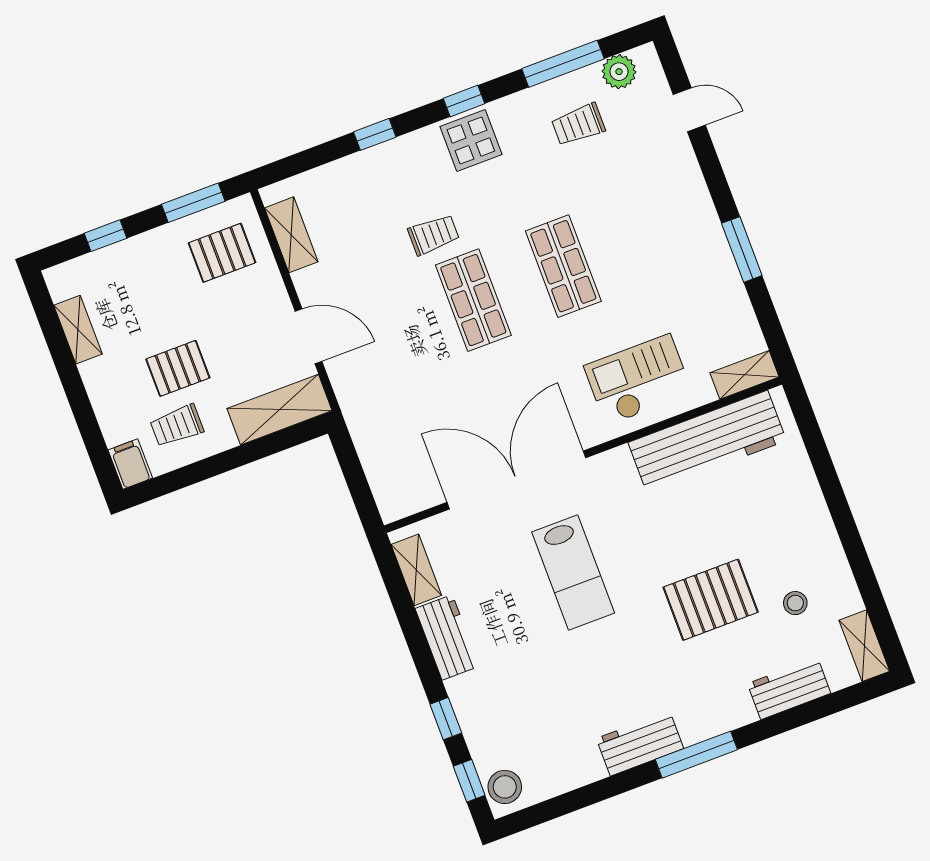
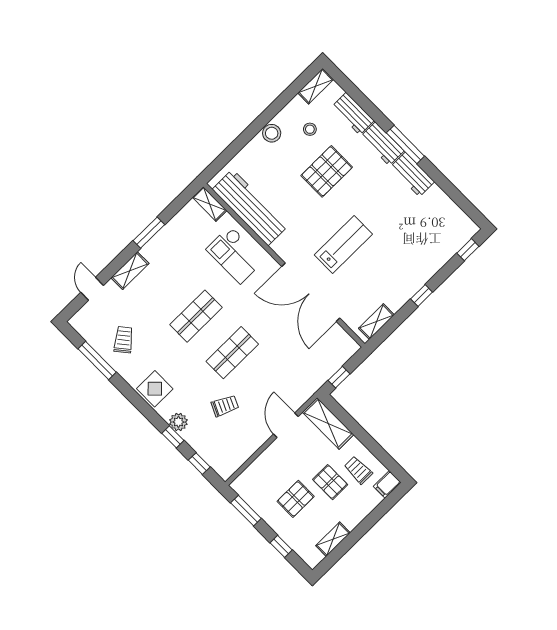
plant: (619, 72) -> (178, 422), moved
window: (464, 101) -> (199, 464), moved
trolley: (578, 125) -> (124, 340), turned -129
shelving: (291, 235) -> (130, 271), moved
trolley: (434, 235) -> (225, 406), moved, turned 115
pallet: (222, 253) -> (296, 499), moved, turned 90
trolley: (177, 426) -> (358, 470), turned 180
window: (350, 464) -> (339, 377), added
pallet: (711, 600) -> (327, 171), turned 90
workbench: (447, 637) -> (382, 144), moved, turned -90
window: (446, 719) -> (422, 296), moved
stool: (505, 787) -> (272, 133), moved

